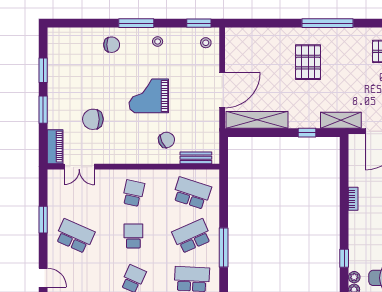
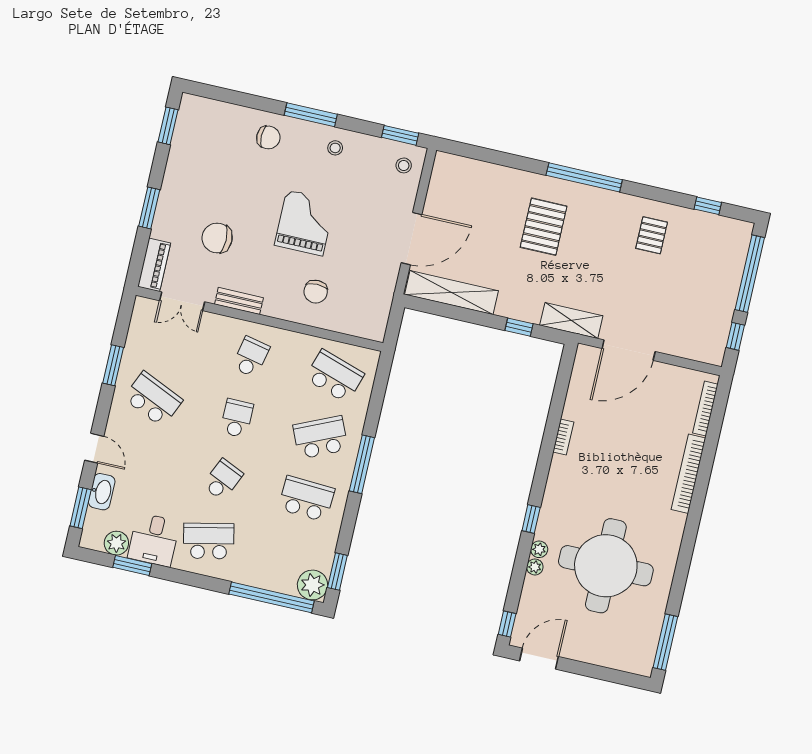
window: (43, 70) -> (168, 126), moved
grand piano: (149, 96) -> (305, 223), turned 90
chair: (166, 140) -> (316, 292), turned 116
bench: (196, 158) -> (239, 301), moved

